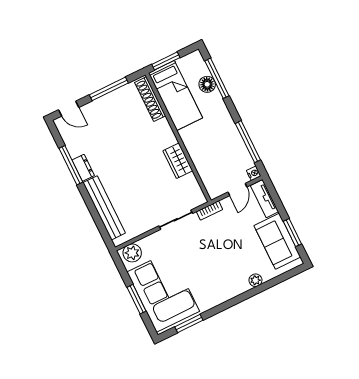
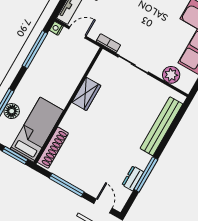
dresser: (83, 168) -> (133, 178), moved
plant: (132, 253) -> (171, 75), moved

